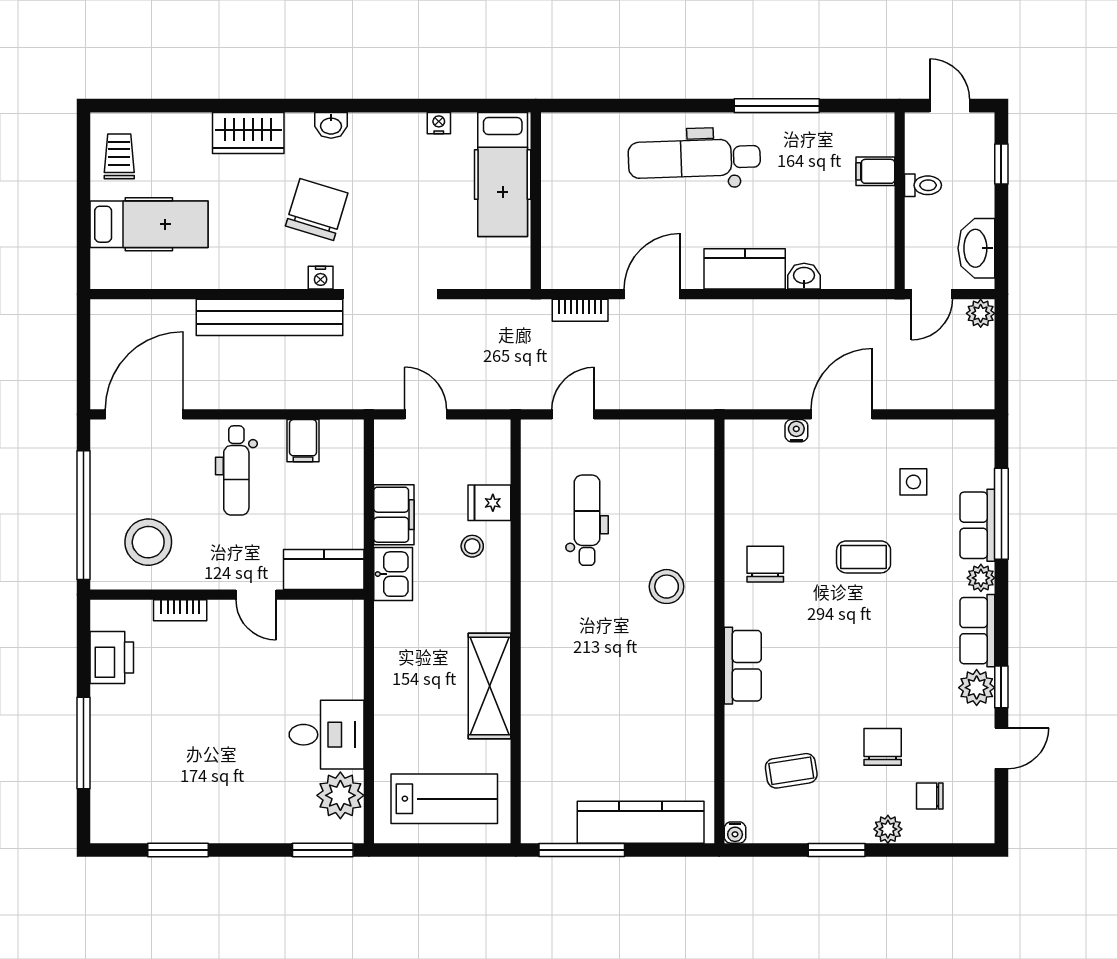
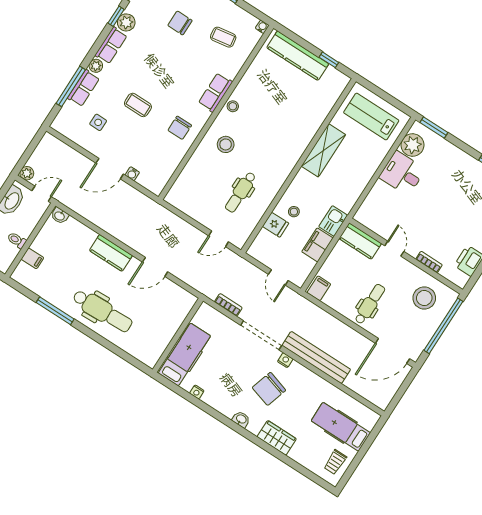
washbasin: (804, 276) -> (60, 216), moved
bookcase: (580, 310) -> (228, 305), moved
filing cabinet: (303, 441) -> (319, 288), moved
stool: (697, 661) -> (233, 106), added
chair: (883, 747) -> (180, 23), turned 90
window: (582, 850) -> (329, 60), width x0.46

